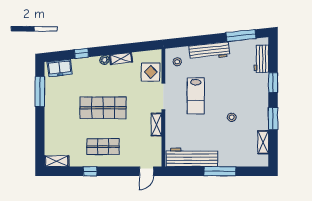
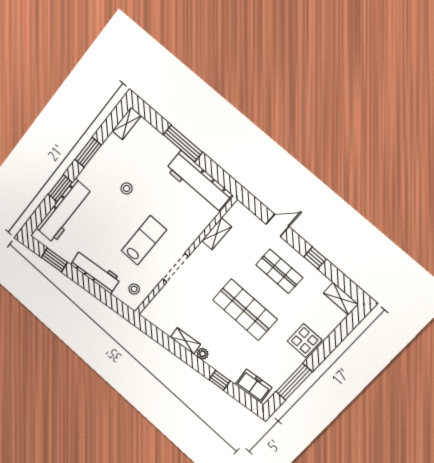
window: (241, 36) -> (54, 260), width x0.69
workbench: (261, 59) -> (64, 211), width x1.88, depth x1.32
display table: (151, 72) -> (305, 340), moved
shelving: (156, 125) -> (217, 234), moved
shelving: (263, 142) -> (127, 123), moved
door: (147, 171) -> (277, 225), moved

